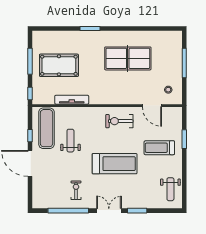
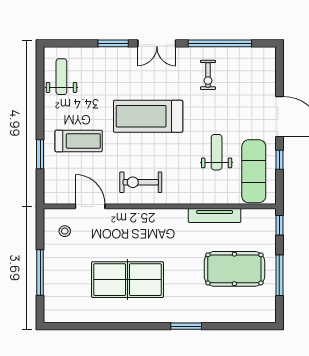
exercise bike: (119, 121) -> (141, 182), turned 180
weight bench: (70, 141) -> (217, 152), turned 180

